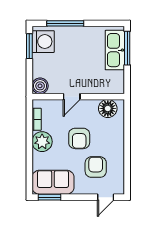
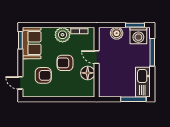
kitchen sink: (115, 50) -> (143, 82), moved, turned -90
boiler: (40, 86) -> (117, 33), moved
floor lamp: (108, 108) -> (88, 73), moved

